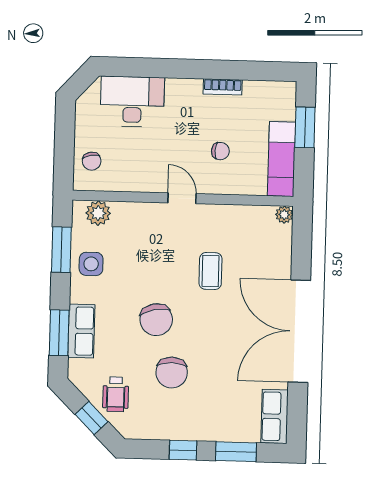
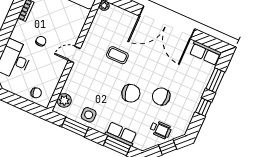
chair: (220, 151) -> (41, 41), moved
chair: (172, 373) -> (161, 96), turned 180

